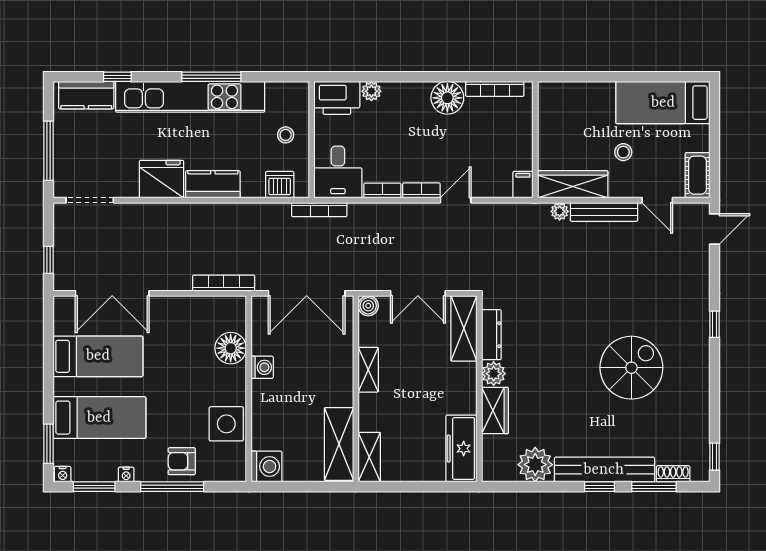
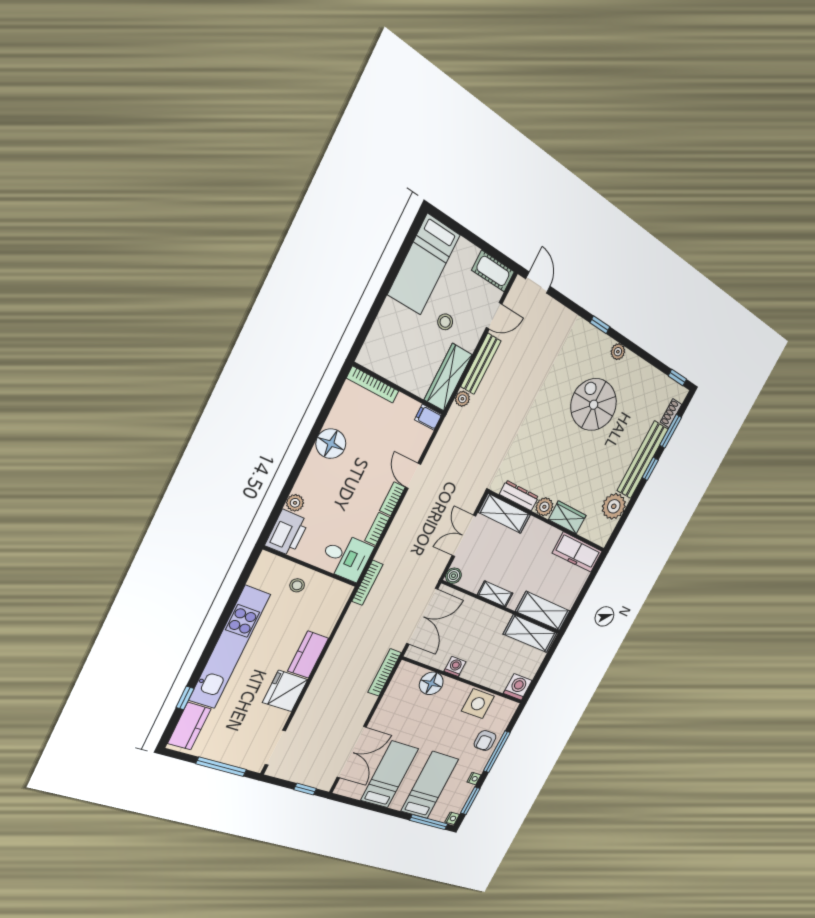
window: (211, 77) -> (221, 625), removed
bookcase: (495, 89) -> (373, 385), moved, turned 90
dishwasher: (280, 185) -> (334, 605), removed
double door: (418, 293) -> (464, 536), swing flipped
plant: (700, 363) -> (618, 352), added
window: (48, 444) -> (429, 822), width x1.44
shelving: (369, 457) -> (543, 611), width x1.50, depth x1.33

